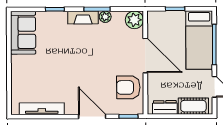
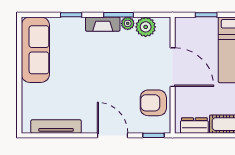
plant: (134, 20) -> (146, 27), moved
sofa: (23, 33) -> (35, 50), width x1.36

